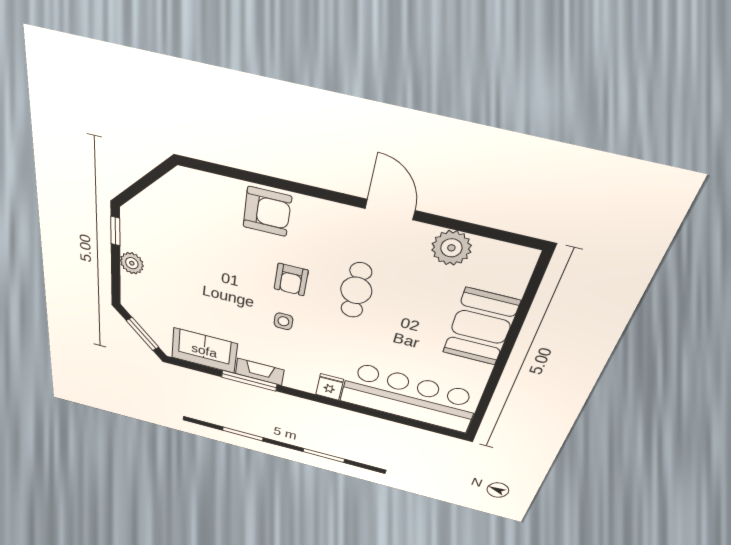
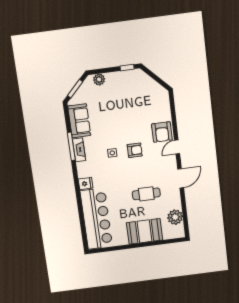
door: (312, 191) -> (177, 147), added
plant: (451, 248) -> (175, 217), moved
plant: (132, 263) -> (99, 79), moved
armchair: (291, 280) -> (135, 150), turned 180
cafe table: (356, 290) -> (146, 194), moved

